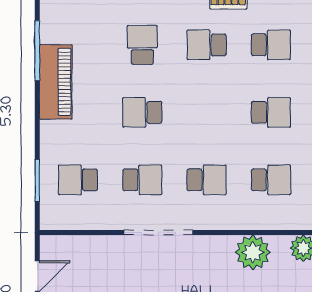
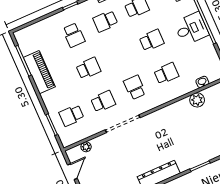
school desk: (142, 45) -> (74, 35), turned 180
school desk: (142, 112) -> (88, 68), turned 180
school desk: (207, 180) -> (135, 87), turned -90
plant: (253, 252) -> (86, 147), moved, width x0.53, depth x0.53

